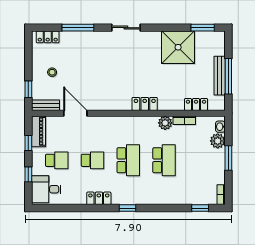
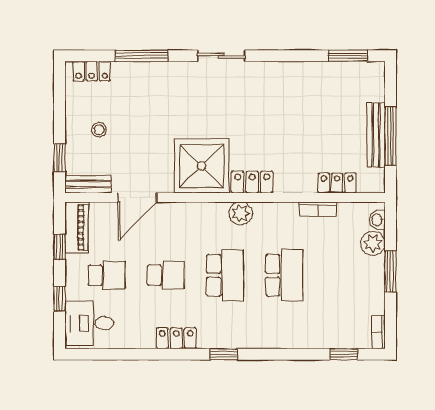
shower: (178, 47) -> (202, 166), moved
door: (75, 113) -> (137, 197), swing flipped
plant: (165, 123) -> (241, 213), moved

